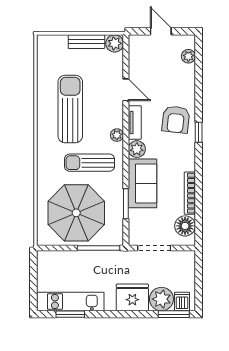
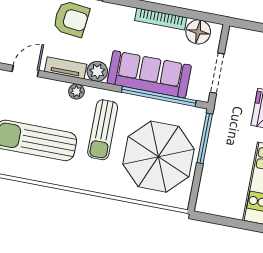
sofa: (142, 183) -> (149, 74), width x1.36
window: (126, 204) -> (159, 96), width x2.11

